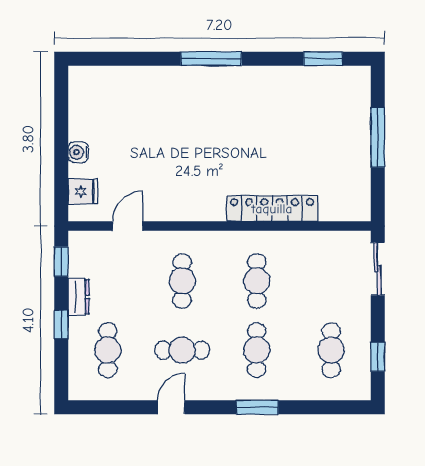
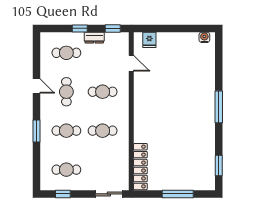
water cooler: (78, 152) -> (204, 37), moved
locker: (272, 209) -> (140, 167), moved

